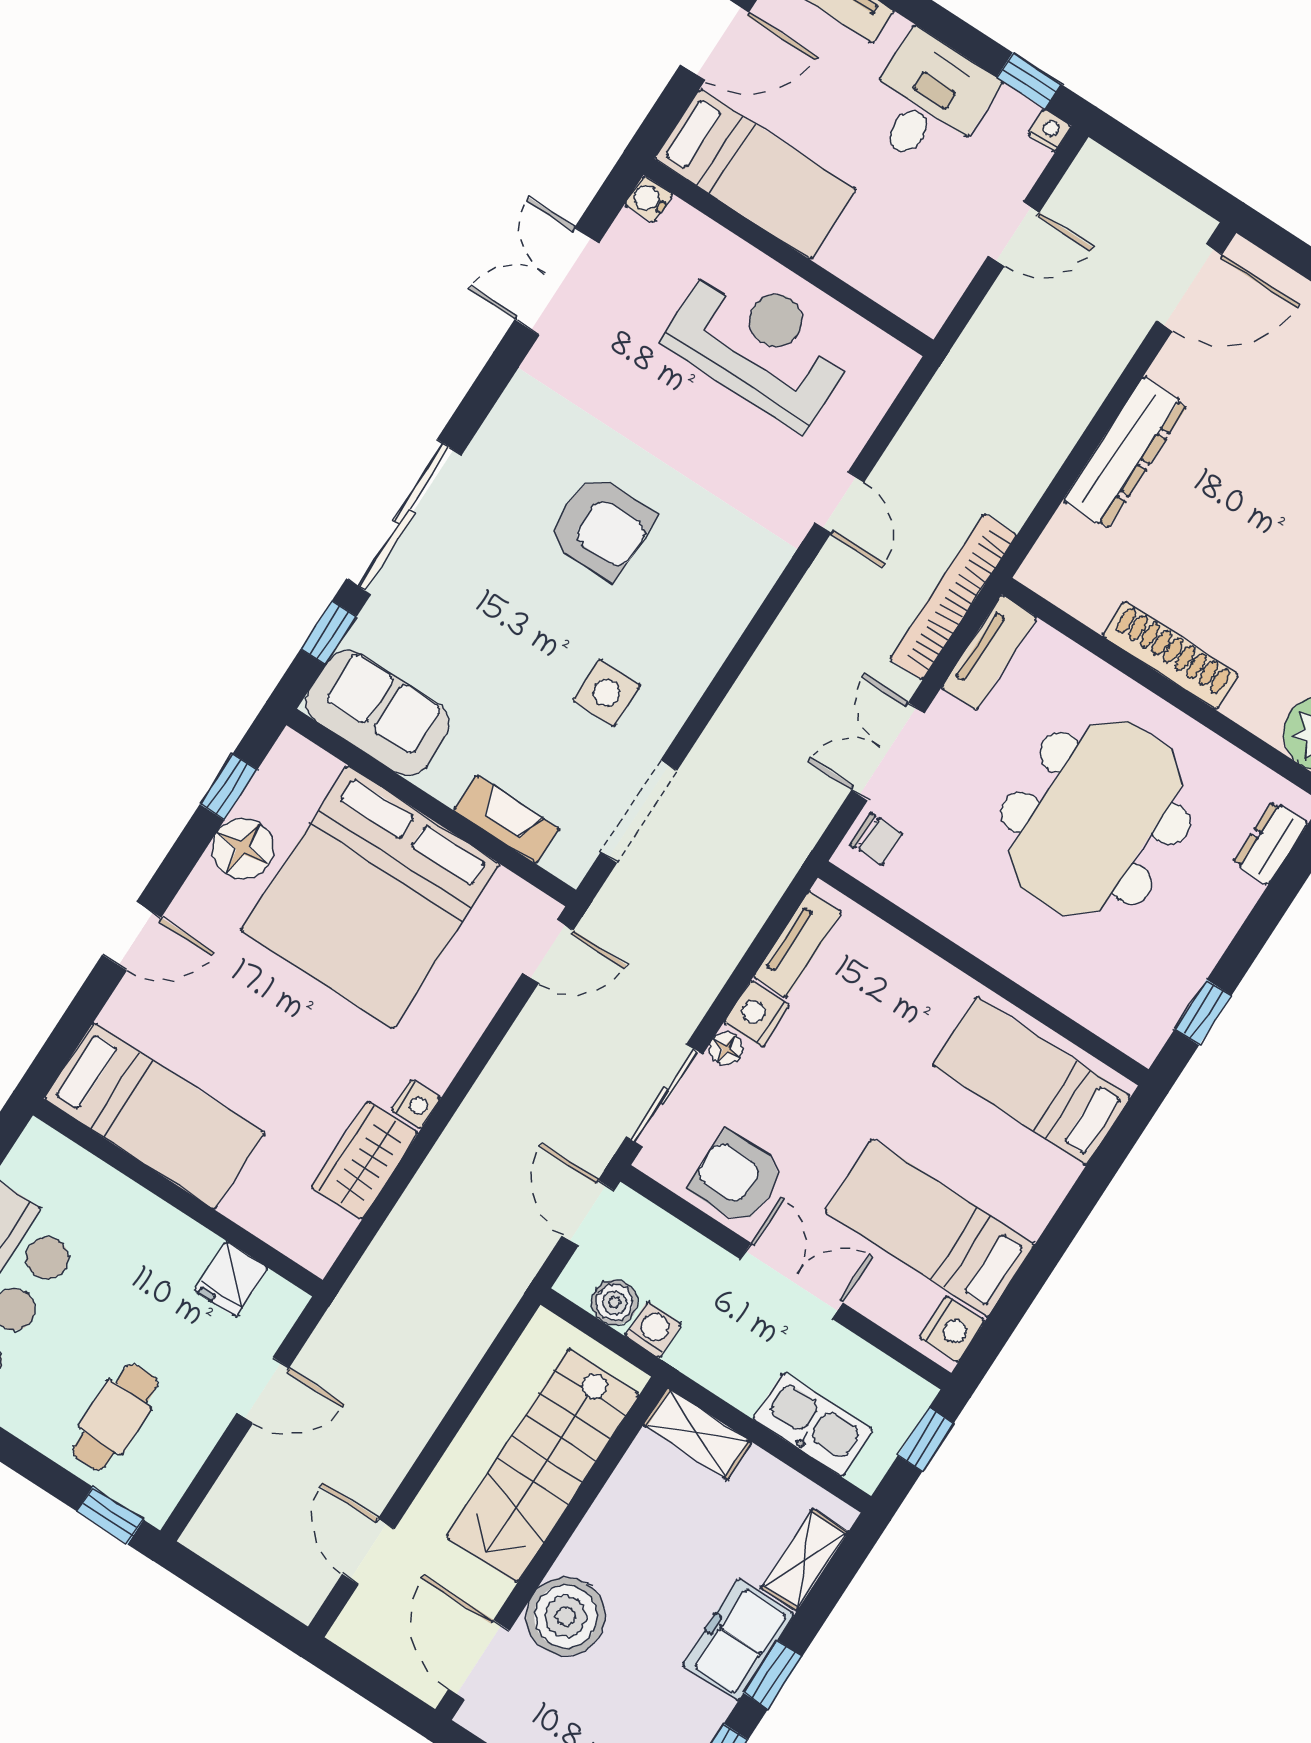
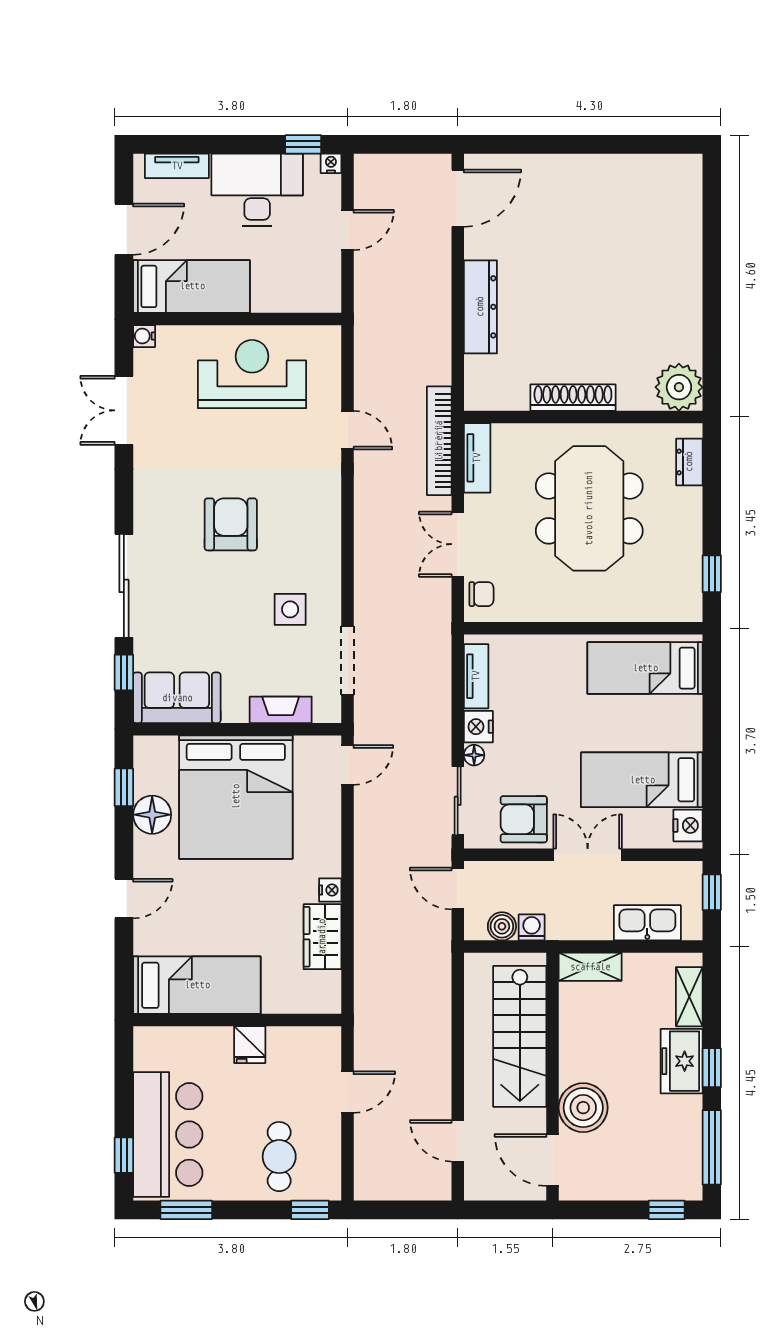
desk: (928, 101) -> (257, 190), width x1.37
armchair: (601, 527) -> (231, 524), turned -90
fridge: (231, 1279) -> (250, 1045), moved

